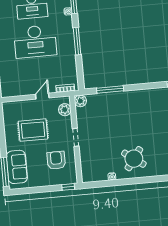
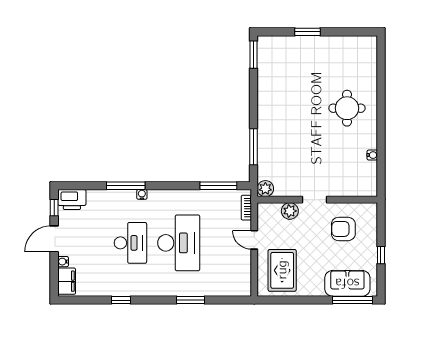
window: (77, 41) -> (218, 186), moved
plant: (65, 110) -> (290, 211), moved
rug: (33, 130) -> (282, 270), moved
round table: (134, 159) -> (347, 108), moved, turned -36
window: (68, 187) -> (381, 255), moved

